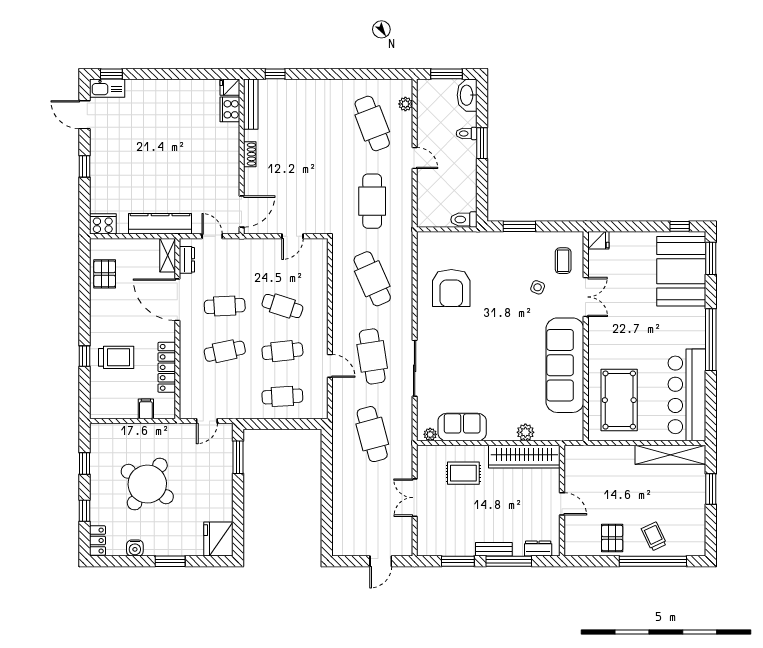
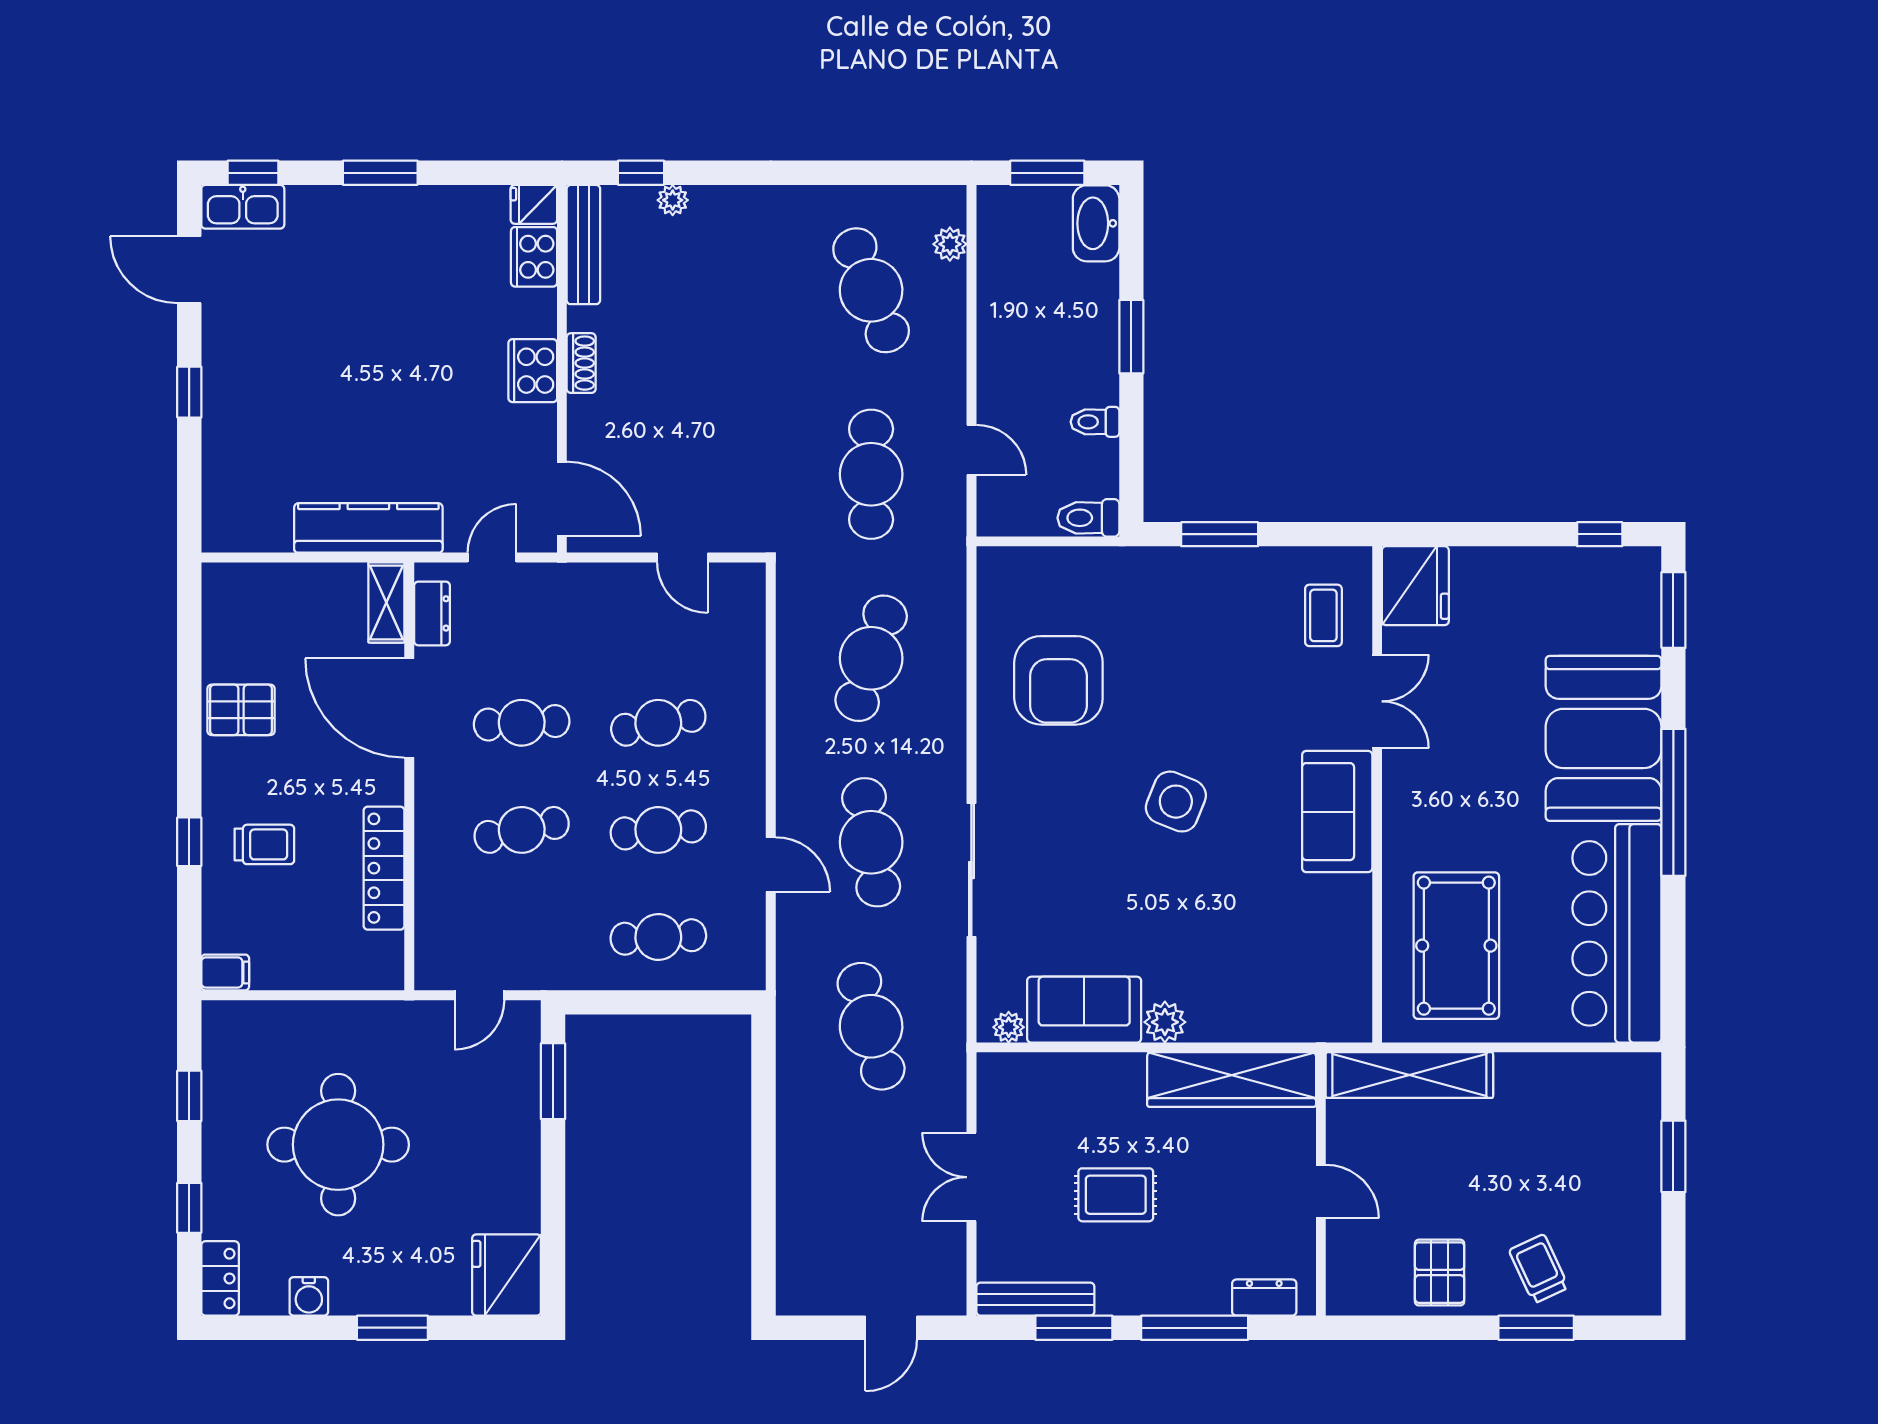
window: (165, 74) -> (380, 173), added
plant: (288, 85) -> (673, 200), added
toilet: (467, 134) -> (1095, 422), moved
door: (415, 158) -> (971, 450), moved
door: (242, 211) -> (562, 499), hinge flipped
cooker: (103, 224) -> (533, 371), moved, turned -90
door: (212, 236) -> (492, 557), hinge flipped
door: (293, 236) -> (682, 557), hinge flipped
fridge: (598, 240) -> (1415, 586), width x1.88, depth x1.34
booth: (681, 271) -> (1604, 738), moved
pallet: (105, 274) -> (241, 710), moved, turned 90
cafe table: (372, 279) -> (871, 658), turned 42
side table: (538, 287) -> (1176, 802), moved, width x1.87, depth x1.87
cafe table: (282, 306) -> (658, 723), turned -30
trolley: (116, 357) -> (264, 844), width x0.73, depth x0.72
sofa: (565, 365) -> (1337, 812), width x0.54, depth x0.79
filing cabinet: (146, 409) -> (225, 972), moved, turned 90
plant: (525, 432) -> (1165, 1022), moved
shelving: (670, 455) -> (1409, 1075), moved
rug: (463, 473) -> (1116, 1195), moved
round table: (147, 484) -> (338, 1145), turned -34
bench: (494, 549) -> (1035, 1299), moved, width x1.36
window: (653, 561) -> (1536, 1328), width x0.47

